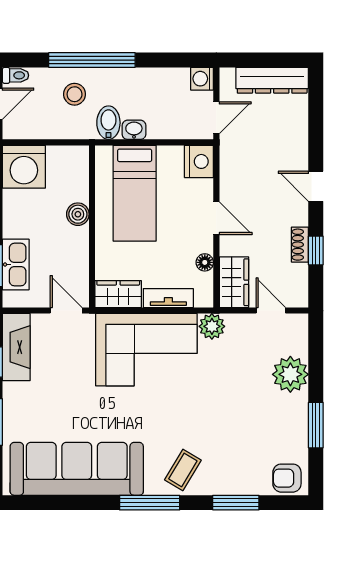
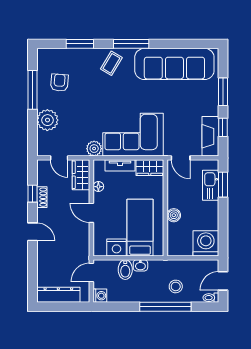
bidet: (108, 123) -> (125, 270), moved
nightstand: (199, 161) -> (116, 248), moved, turned -90
window: (316, 425) -> (32, 90), width x1.44
armchair: (287, 478) -> (59, 83), moved, turned -85

